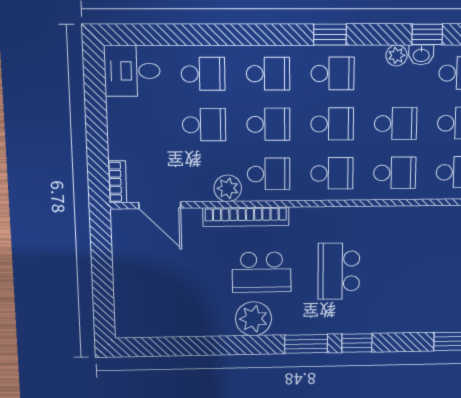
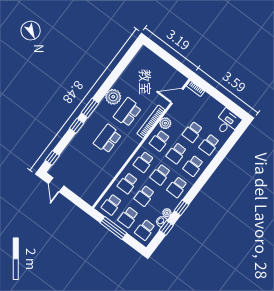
window: (330, 35) -> (181, 208), moved
school desk: (339, 271) -> (108, 139), turned -90

